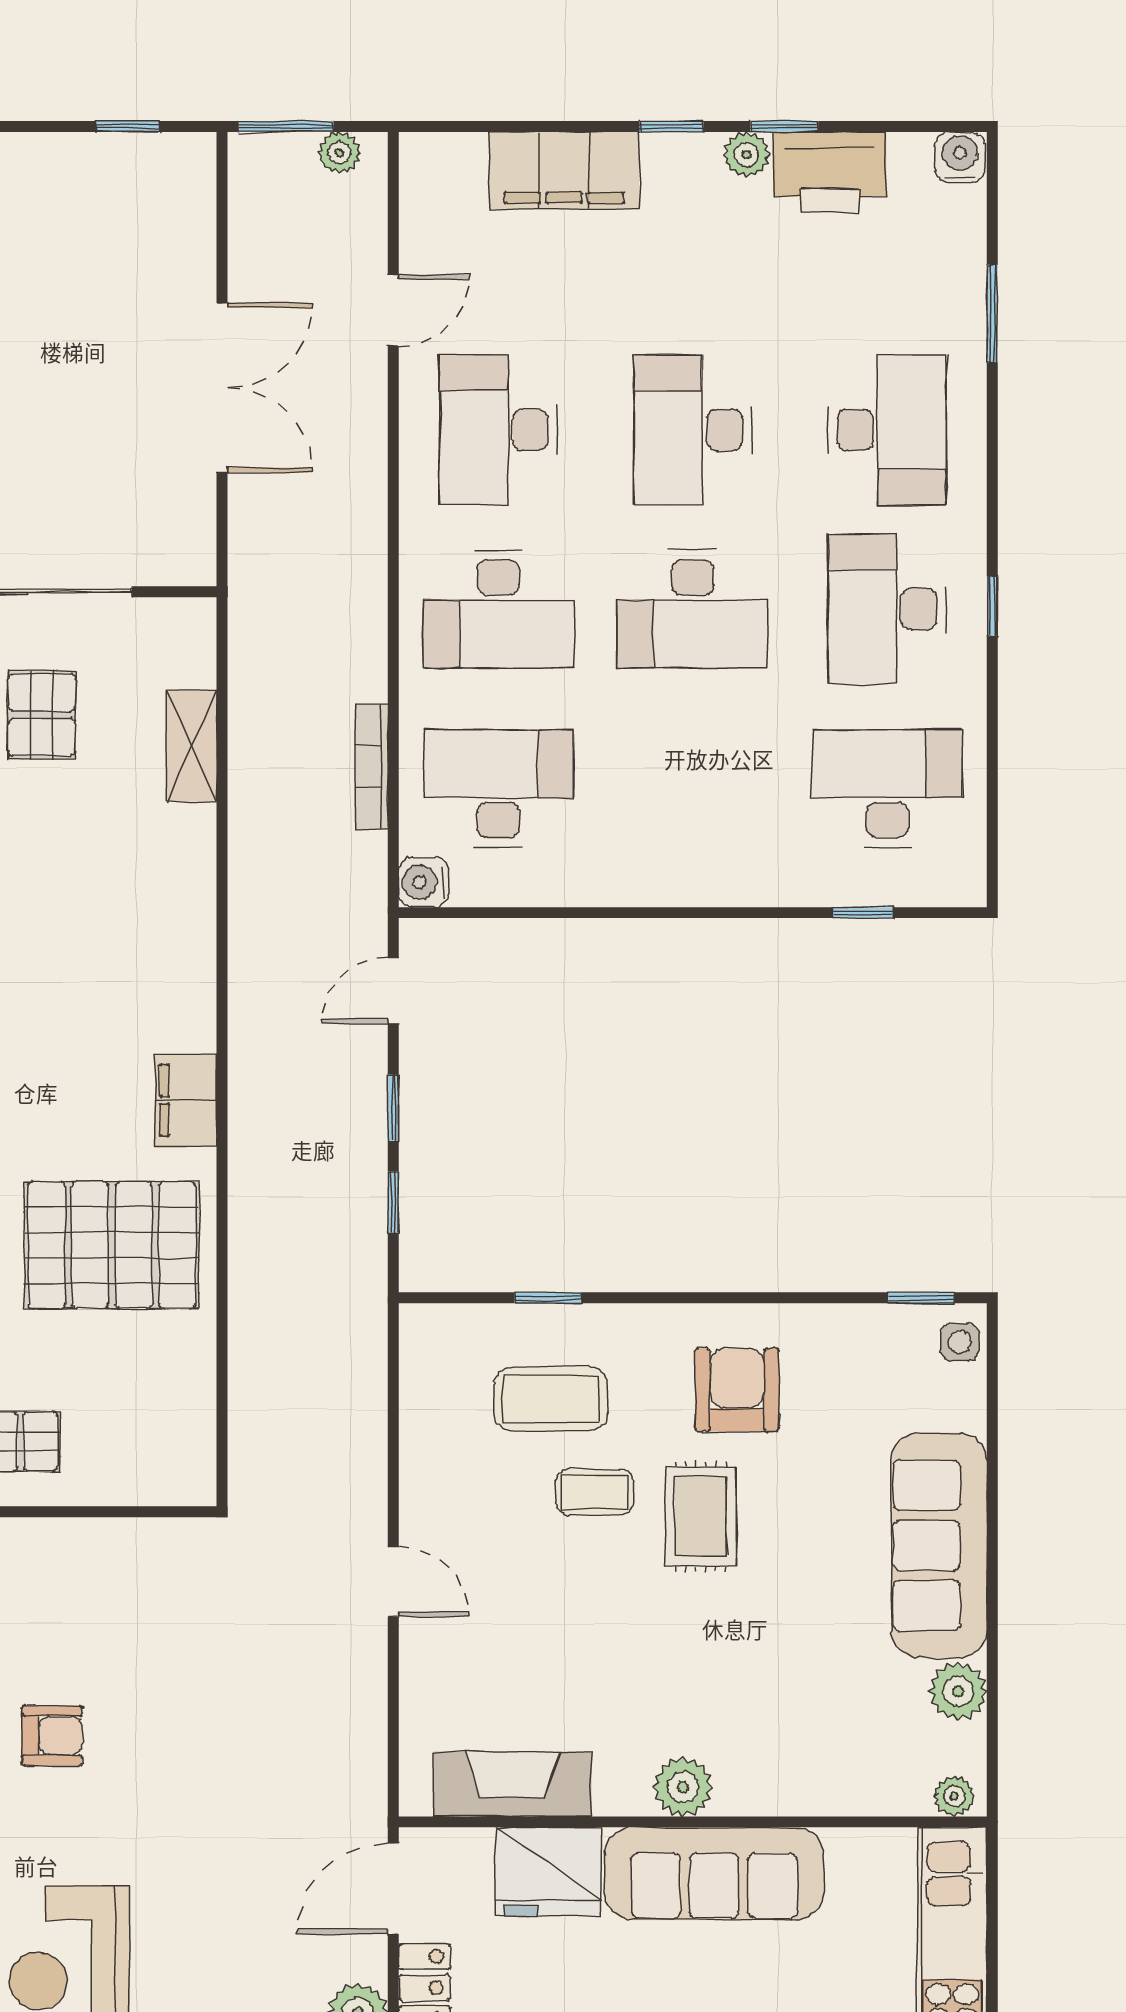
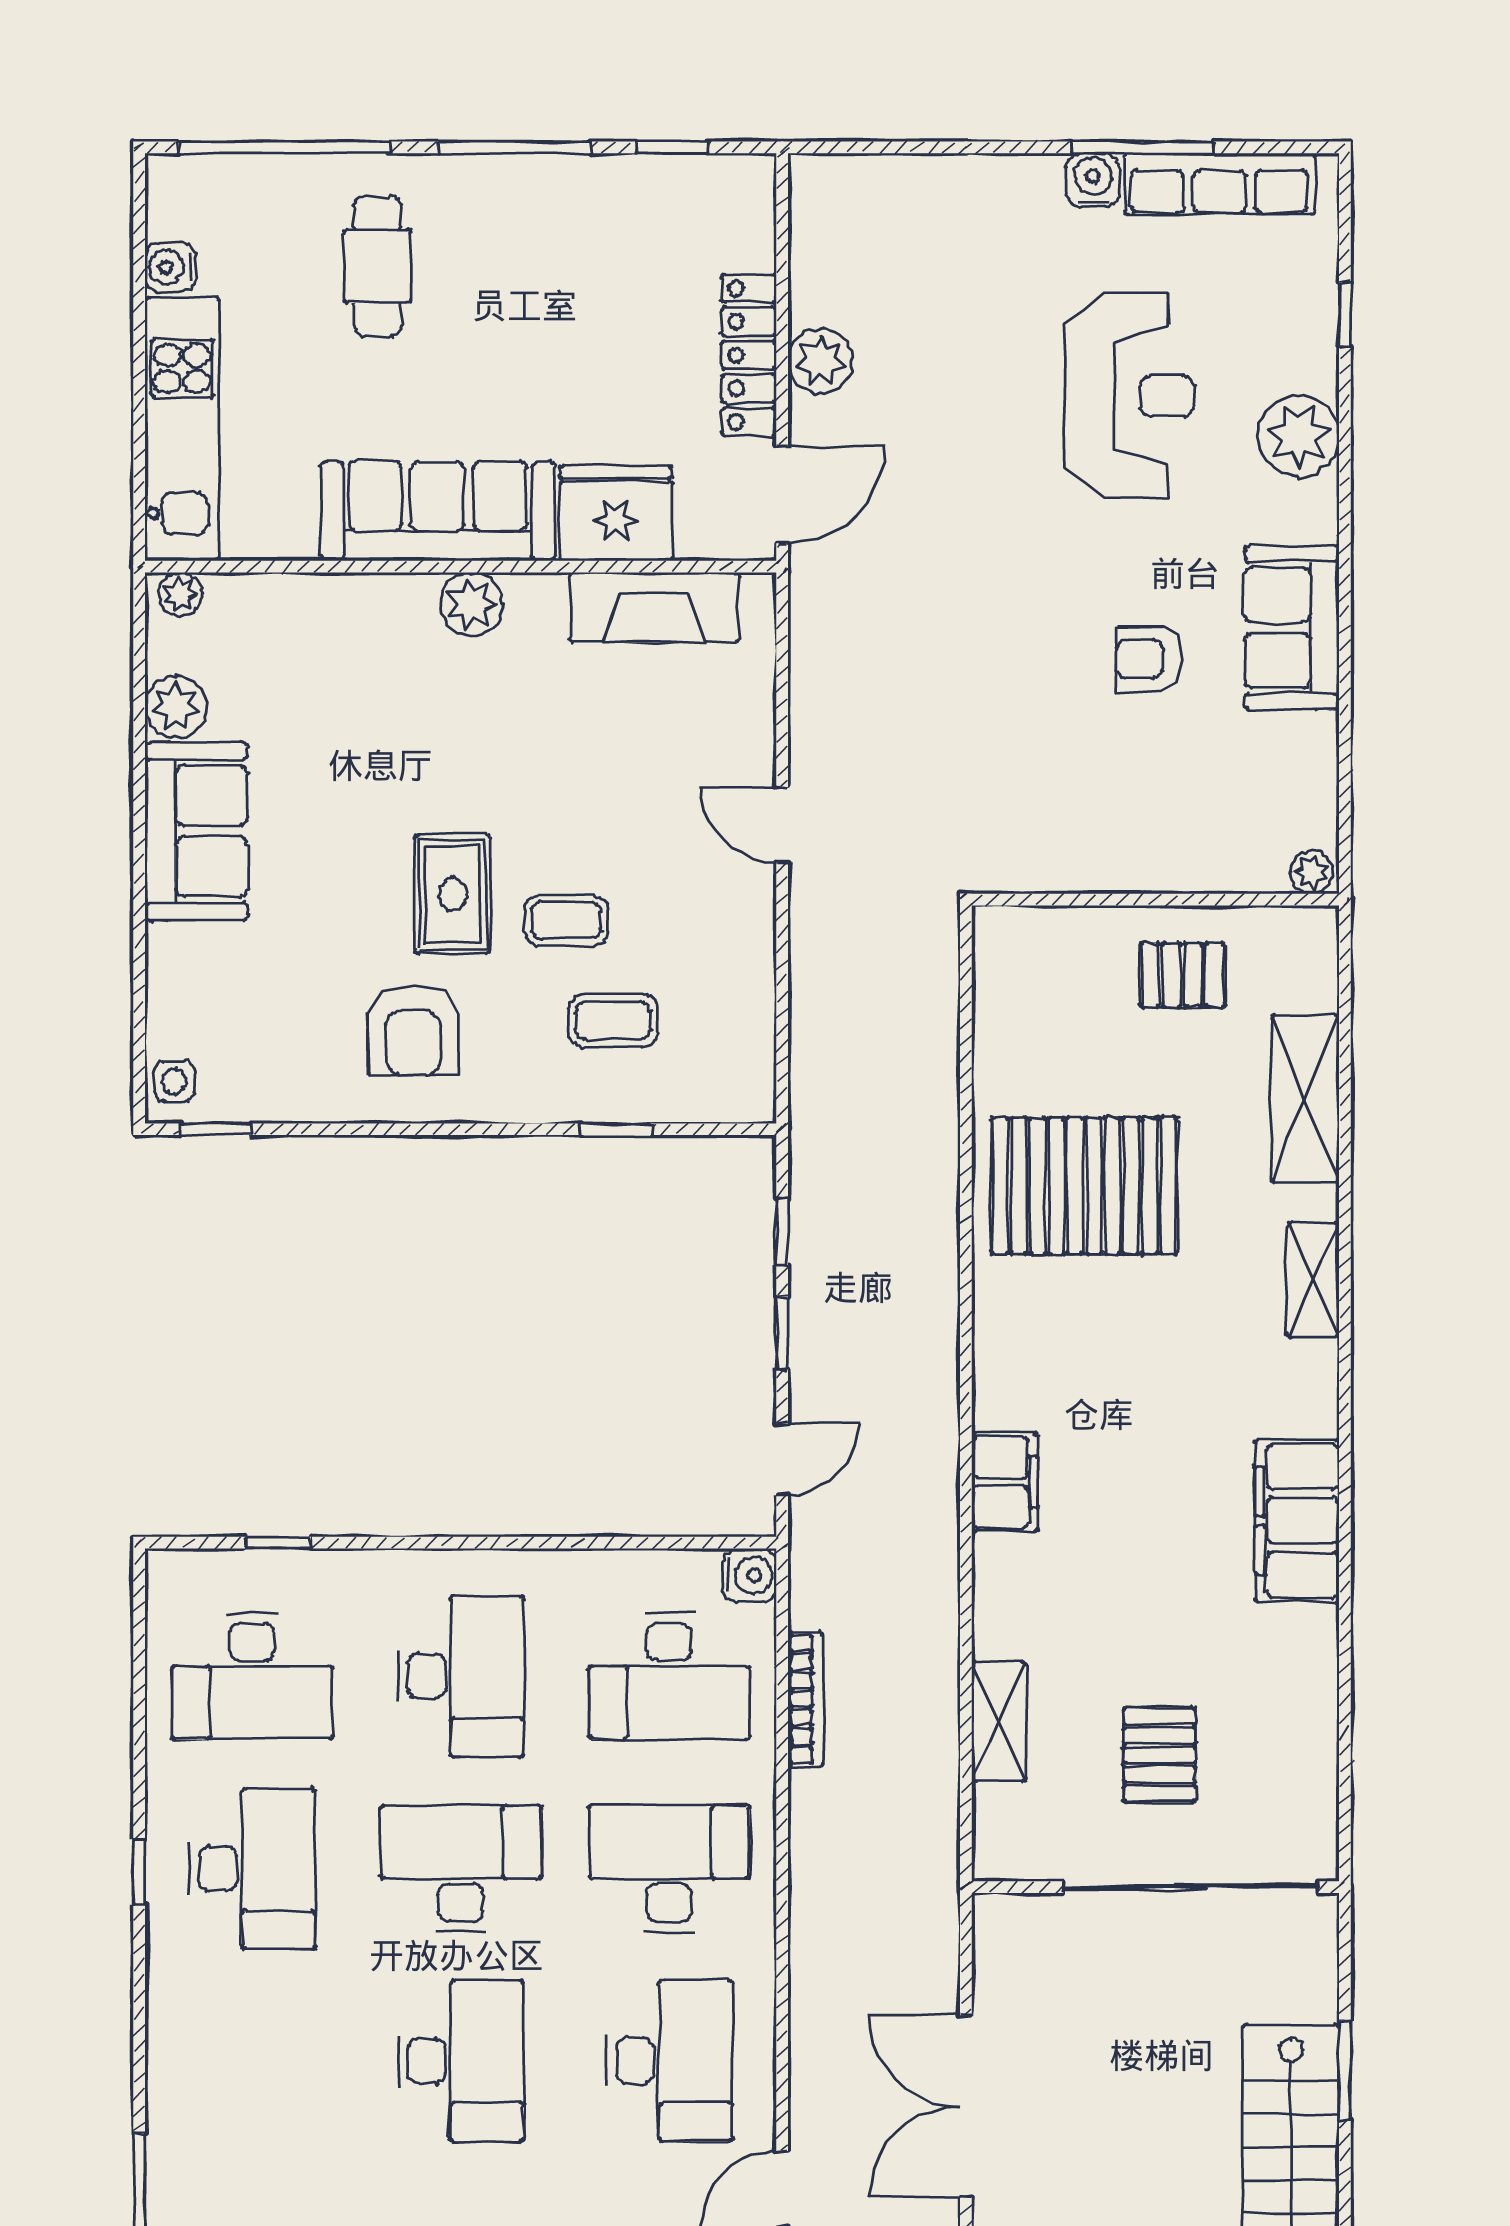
desk: (887, 430) -> (461, 1676), moved, turned 180
filing cabinet: (186, 1100) -> (1005, 1482), moved
coffee table: (551, 1399) -> (613, 1021), width x0.73, depth x0.77
sofa: (939, 1545) -> (196, 831), width x0.73

